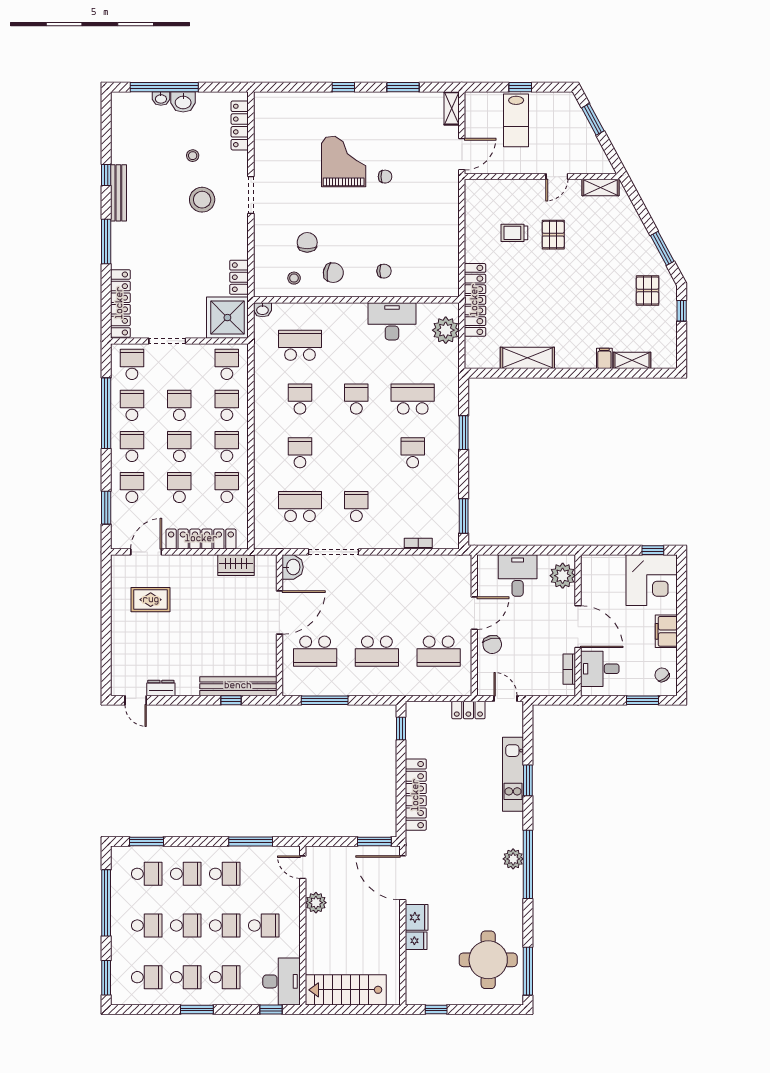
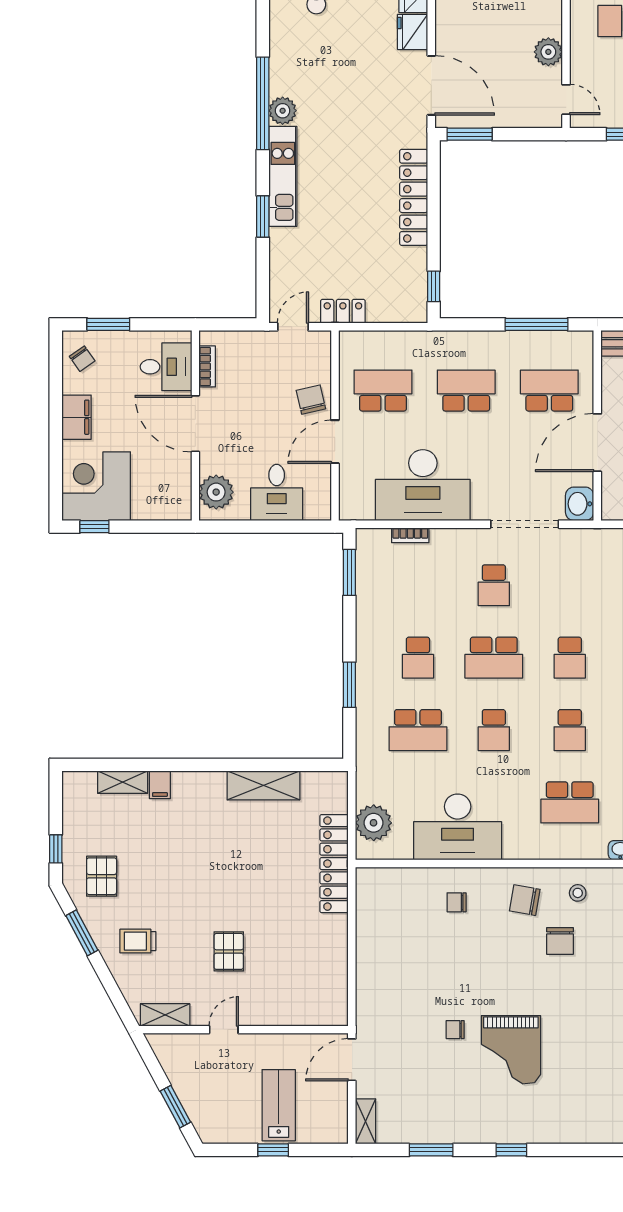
trolley: (514, 233) -> (138, 941), moved, turned 180
desk: (392, 321) -> (458, 827), width x1.36, depth x1.30
school desk: (300, 507) -> (494, 658), moved
desk: (409, 581) -> (423, 485), added
door: (506, 698) -> (293, 327), swing flipped
kitchen unit: (513, 774) -> (283, 176), moved

